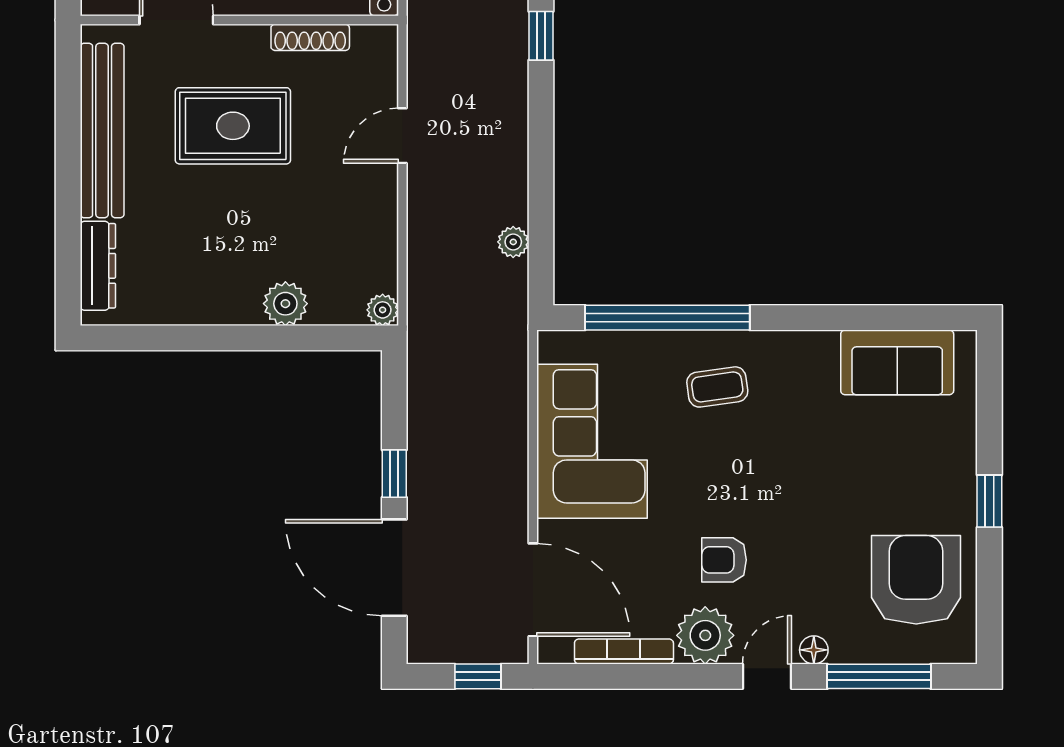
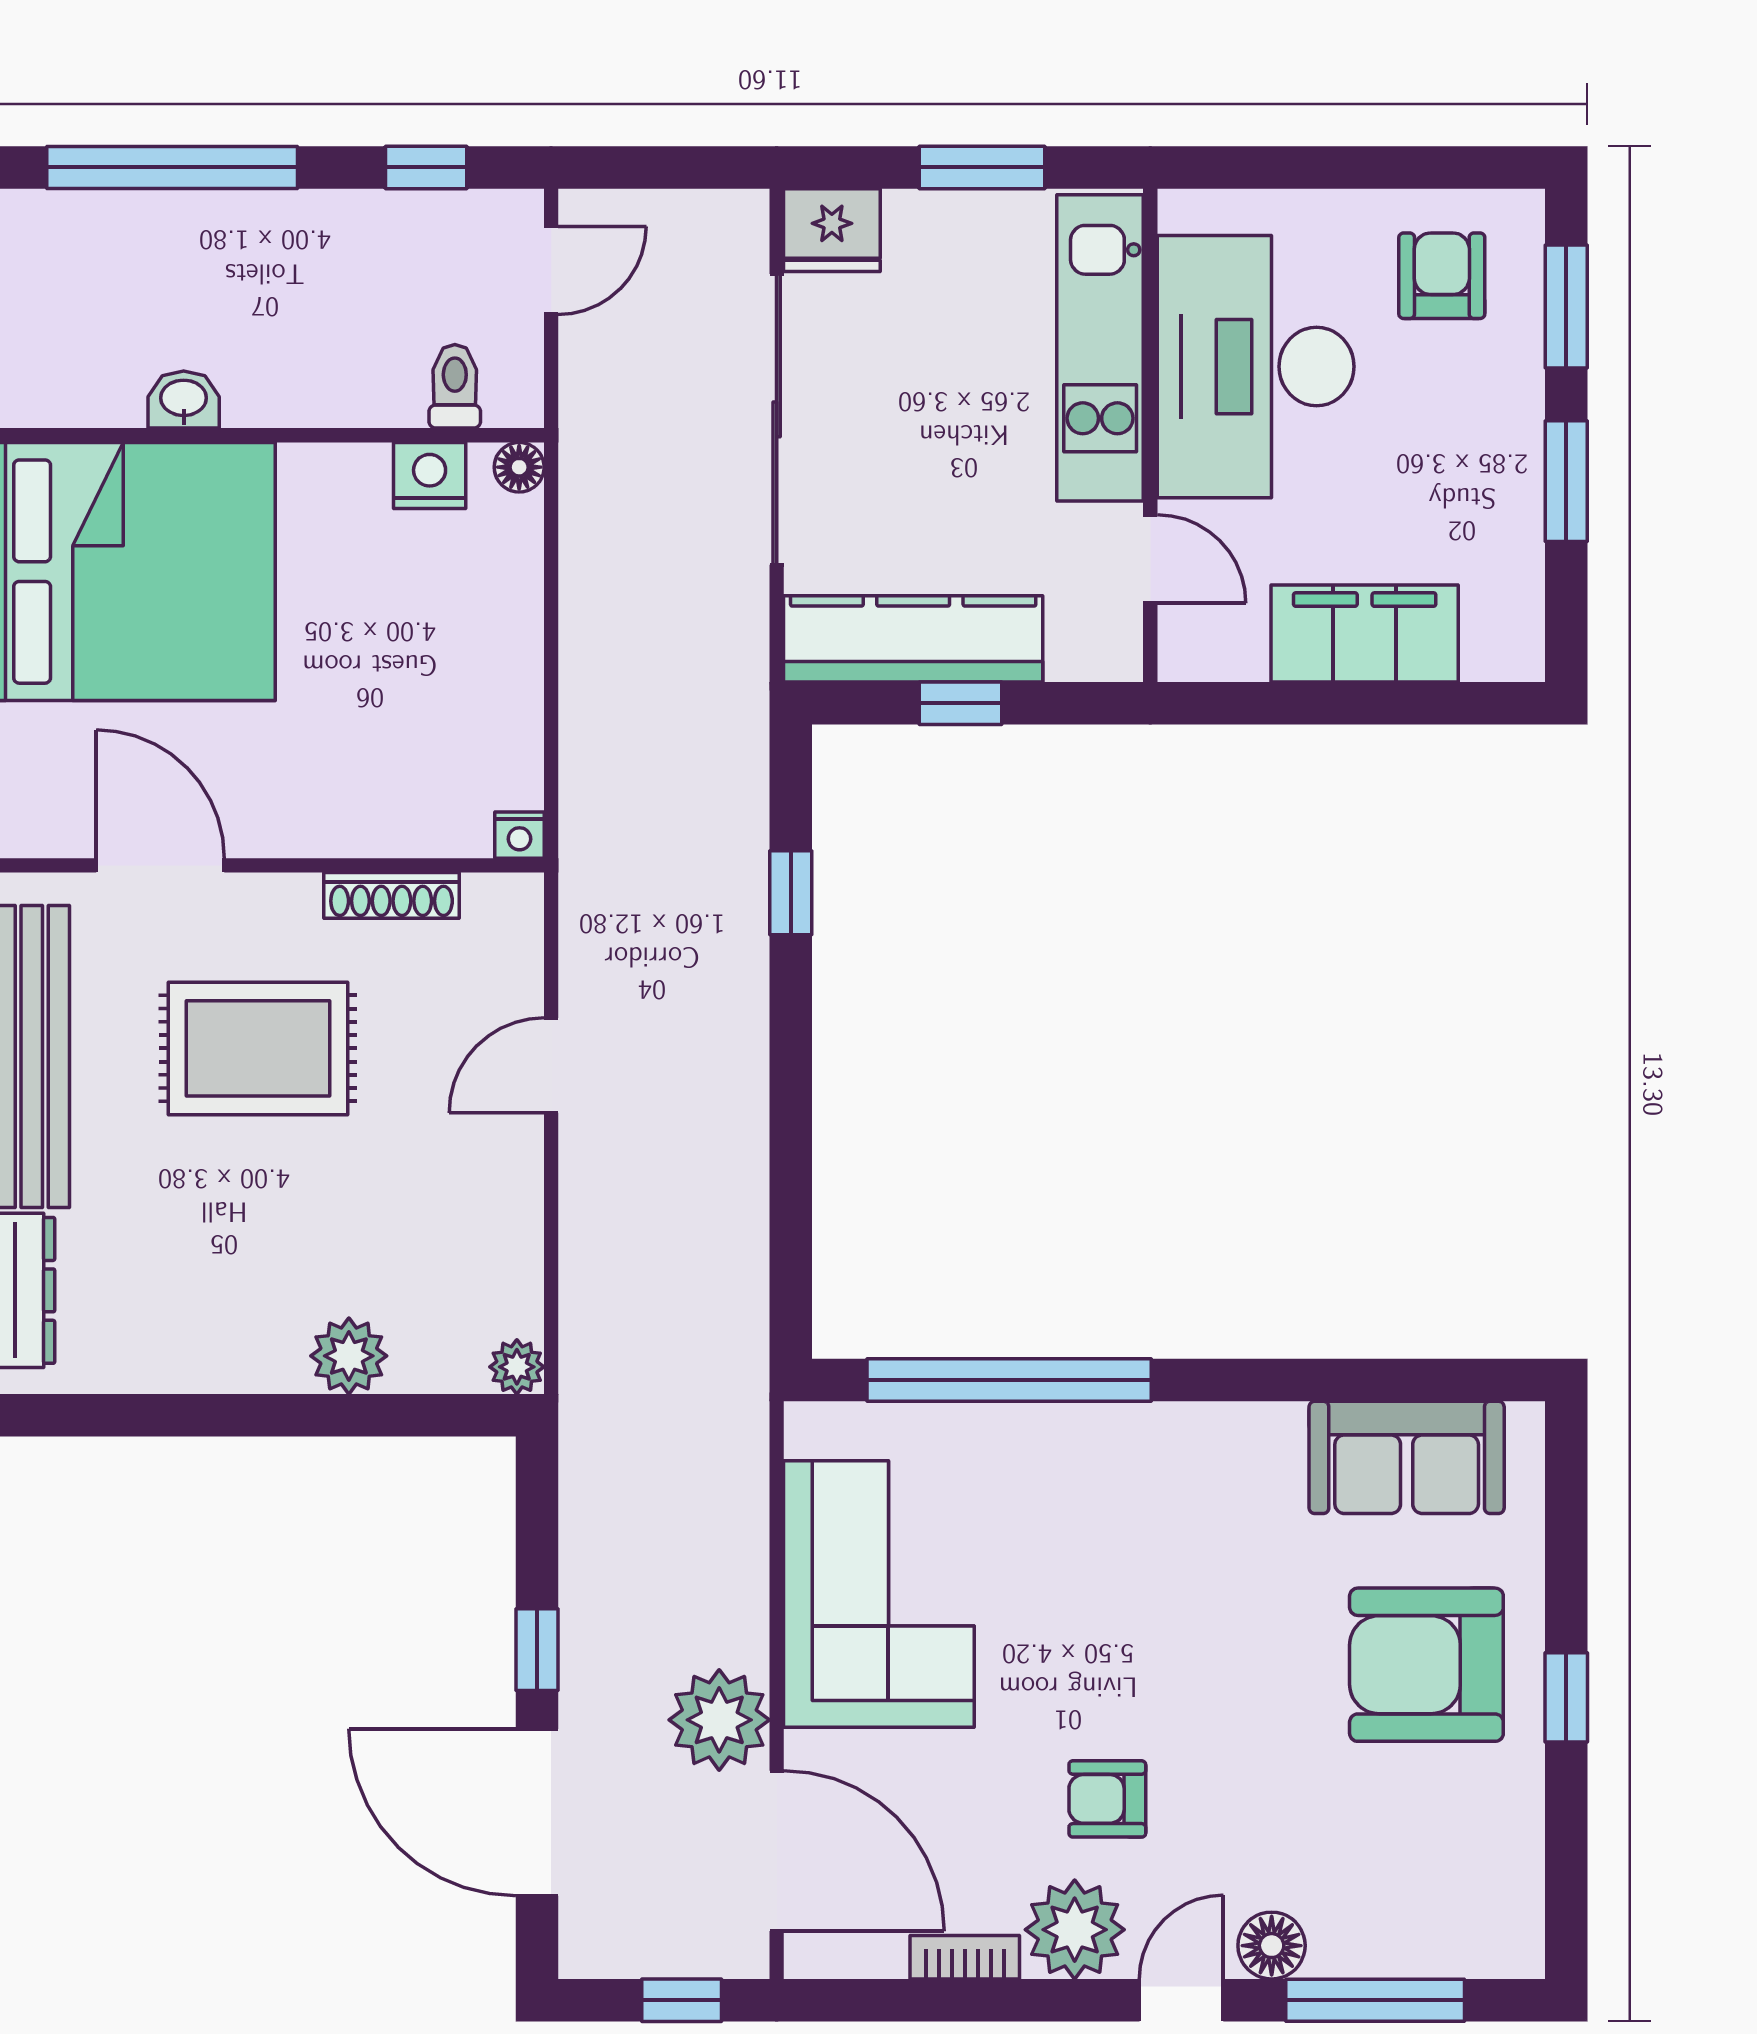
plant: (513, 242) -> (719, 1720), moved, width x1.88, depth x1.88
coffee table: (717, 387) -> (1096, 1500), removed
armchair: (916, 580) -> (1426, 1665), moved, turned -90
floor lamp: (814, 650) -> (1272, 1946), width x1.37, depth x1.37
bookcase: (624, 651) -> (965, 1957), width x0.64

